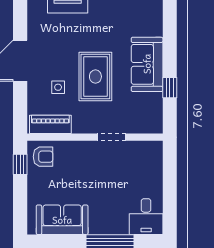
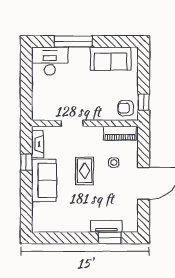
rug: (95, 77) -> (85, 171), width x0.73, depth x0.70
fireplace: (155, 111) -> (38, 144), added
desk: (146, 217) -> (50, 61), width x1.37

